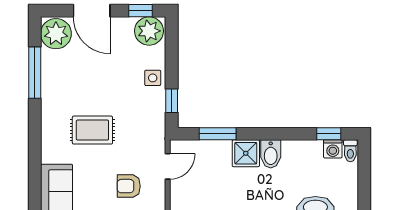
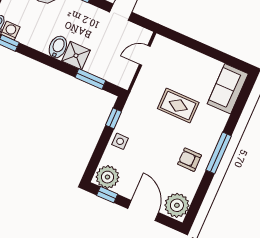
window: (35, 73) -> (219, 153), moved
rug: (92, 130) -> (178, 106), moved
door: (168, 166) -> (145, 55), moved
armchair: (129, 186) -> (189, 160), moved, turned 180

